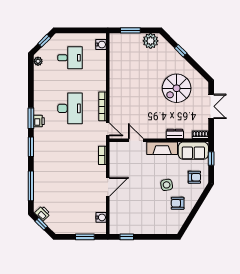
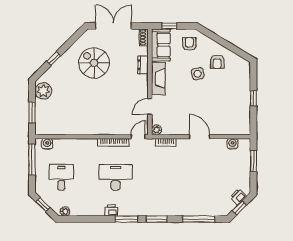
window: (86, 30) -> (32, 160), added
spiral stairs: (177, 88) -> (94, 63), turned 180
double door: (211, 106) -> (113, 26), width x1.37
printer: (39, 121) -> (111, 210), moved
plant: (114, 147) -> (157, 130), added
printer: (42, 213) -> (238, 197), moved
window: (127, 237) -> (253, 98), moved

